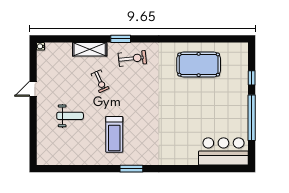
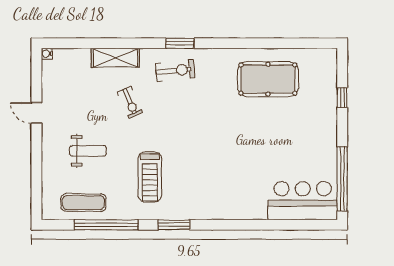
window: (121, 39) -> (180, 43), moved
door: (33, 89) -> (36, 113), hinge flipped
window: (252, 118) -> (342, 179), moved
exercise mat: (67, 153) -> (83, 203), added
window: (83, 169) -> (106, 225), added

